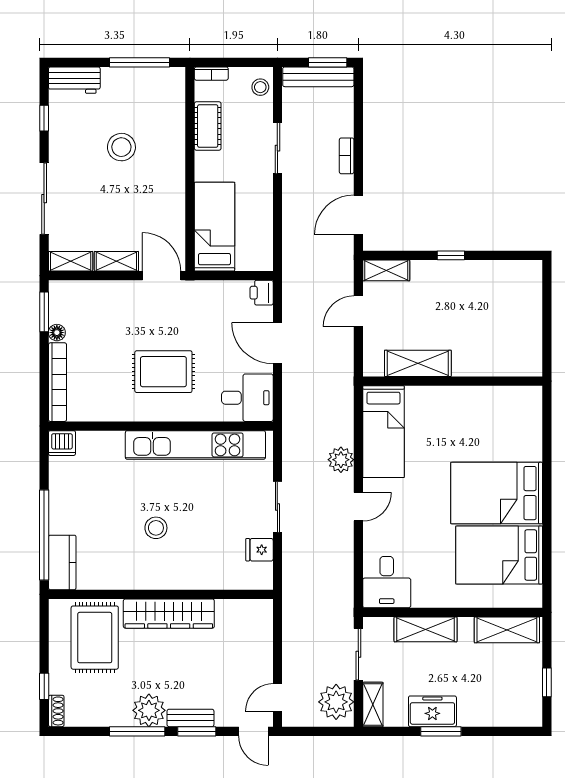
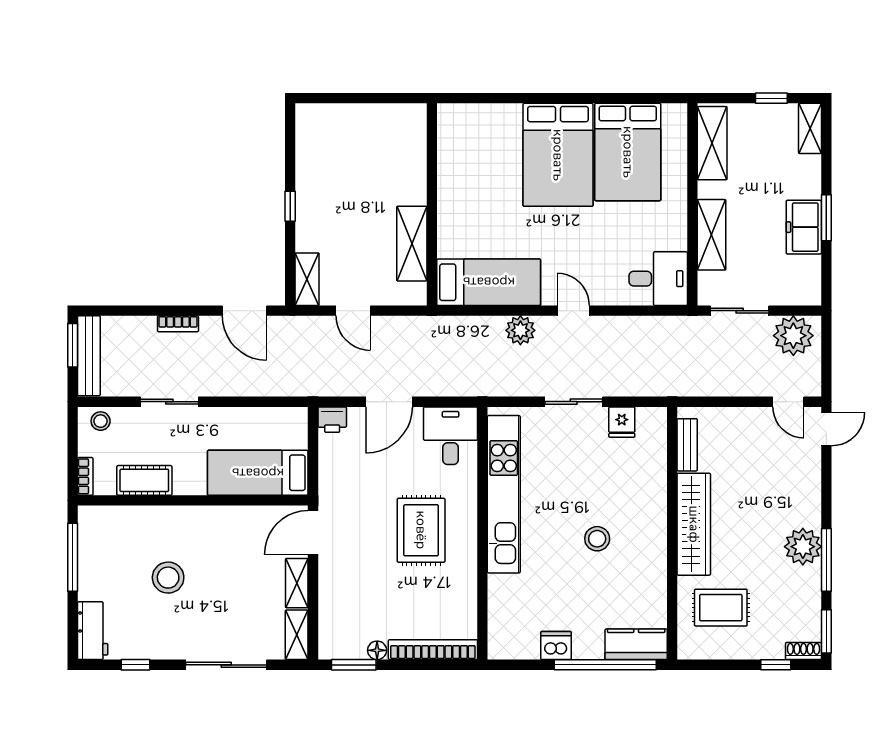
dishwasher: (62, 443) -> (556, 646), moved, turned -90
rug: (95, 638) -> (721, 608), width x0.73, depth x0.70
shelving: (373, 704) -> (810, 128), moved, turned 90
bench: (190, 718) -> (687, 445), moved
window: (197, 731) -> (826, 631), moved

